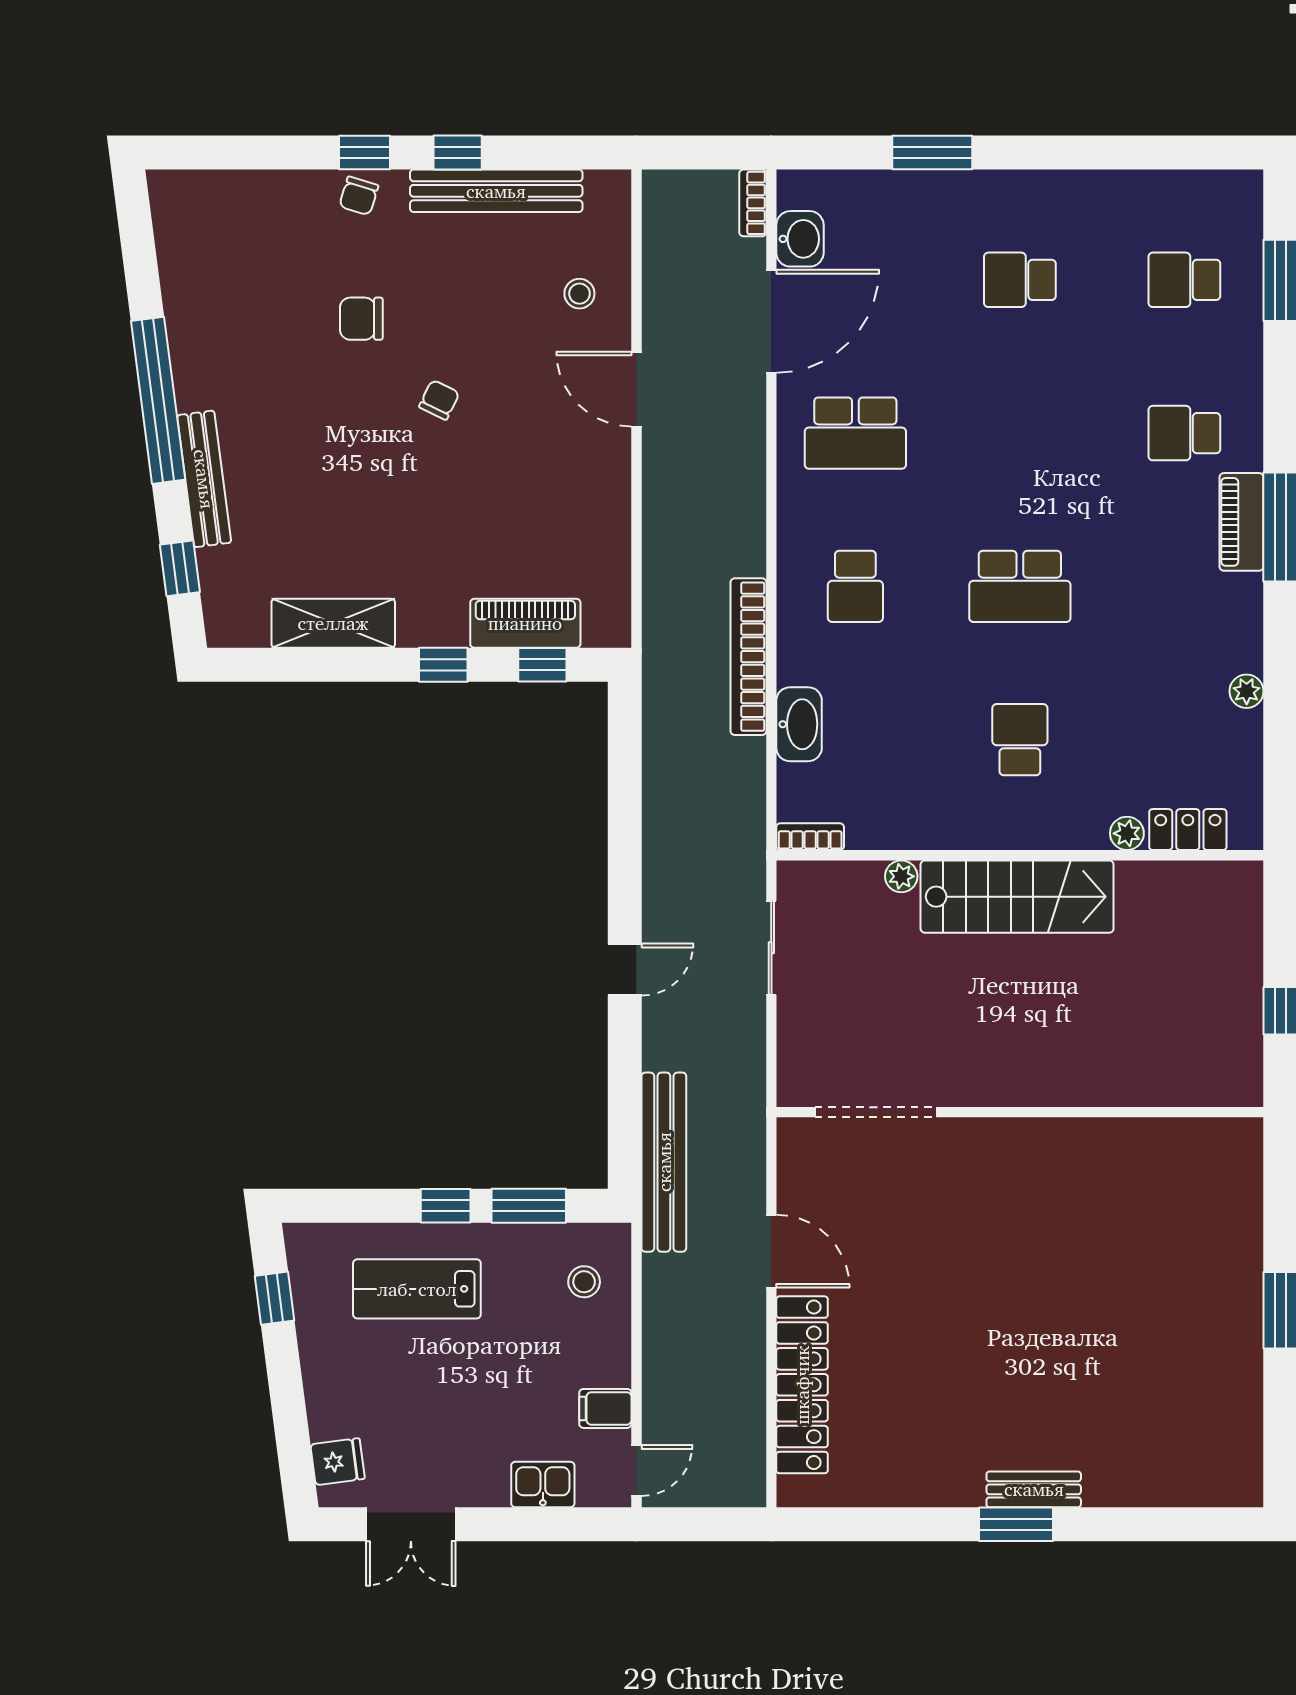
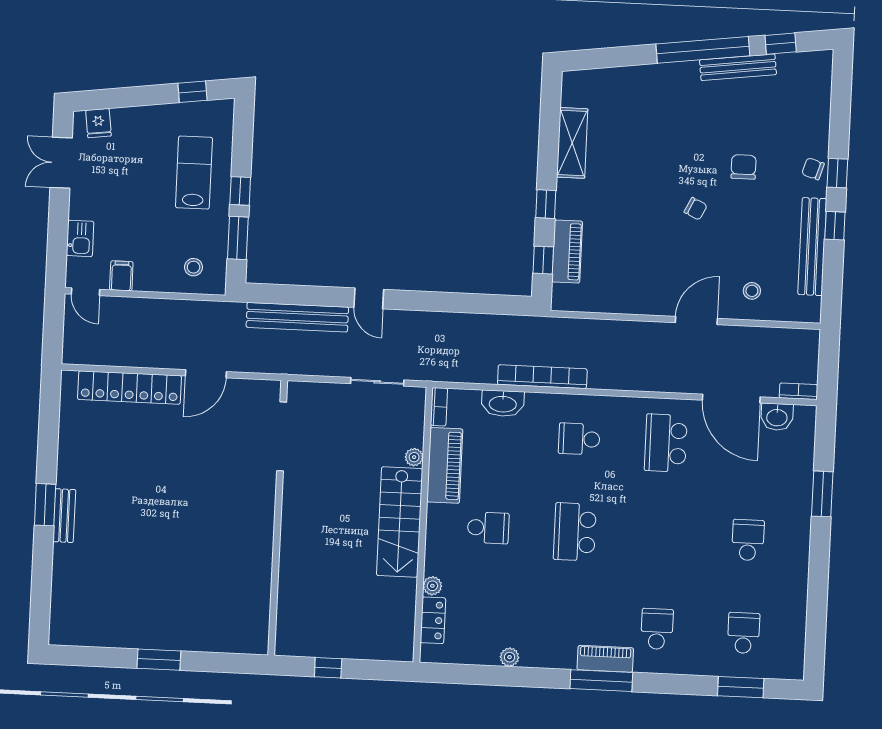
bench: (204, 479) -> (738, 67), moved
window: (180, 568) -> (781, 44), moved
piano: (913, 821) -> (445, 465), added
bench: (664, 1162) -> (297, 317), moved

